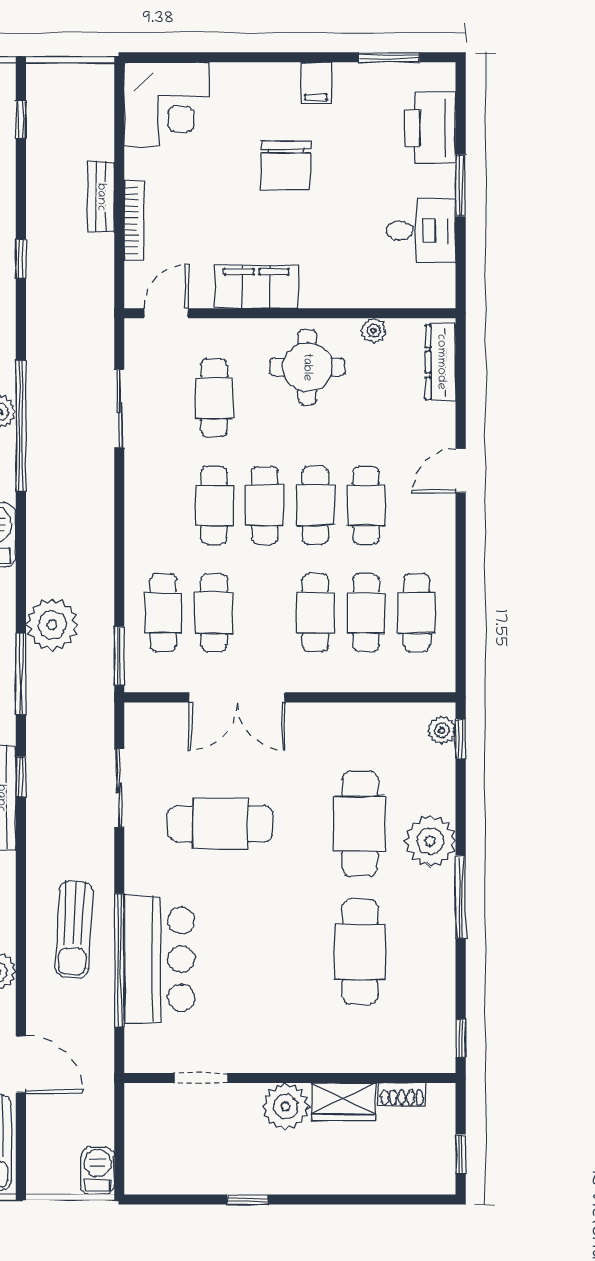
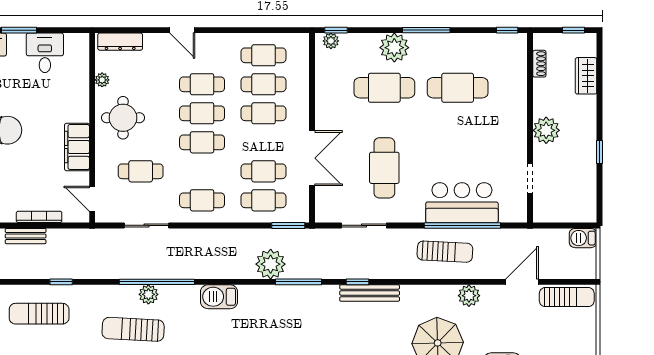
cafe table: (214, 505) -> (202, 200), moved
wardrobe: (344, 1102) -> (586, 76), moved, turned 180

